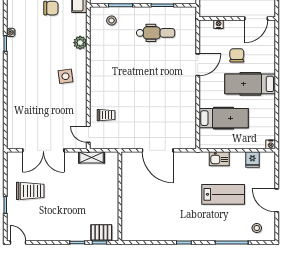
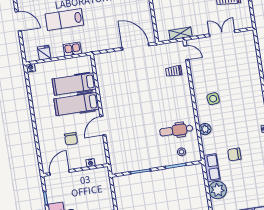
dental chair: (156, 33) -> (176, 130), moved
hospital bed: (250, 84) -> (76, 104), moved, turned 180
double door: (43, 150) -> (222, 33), width x0.73
door: (158, 150) -> (136, 47), moved

